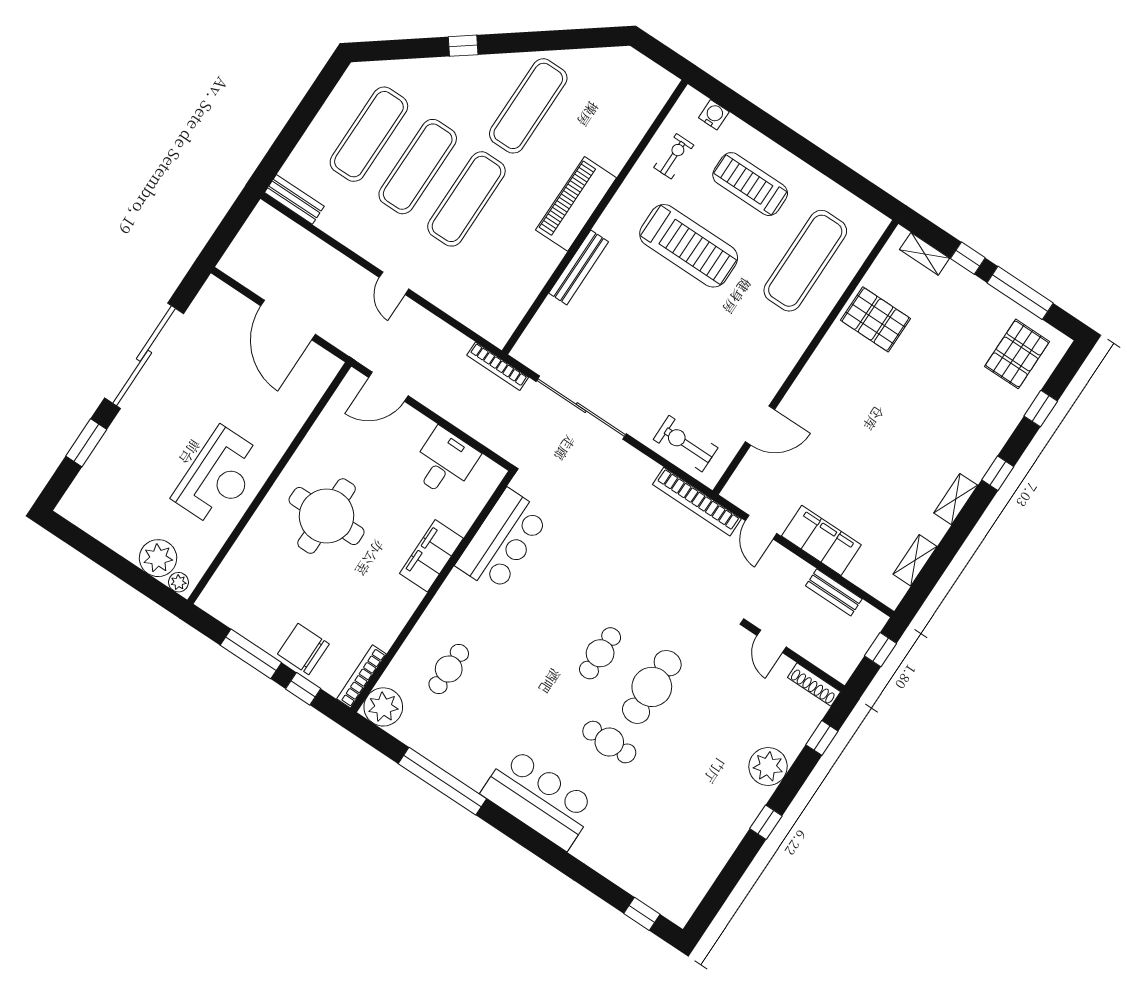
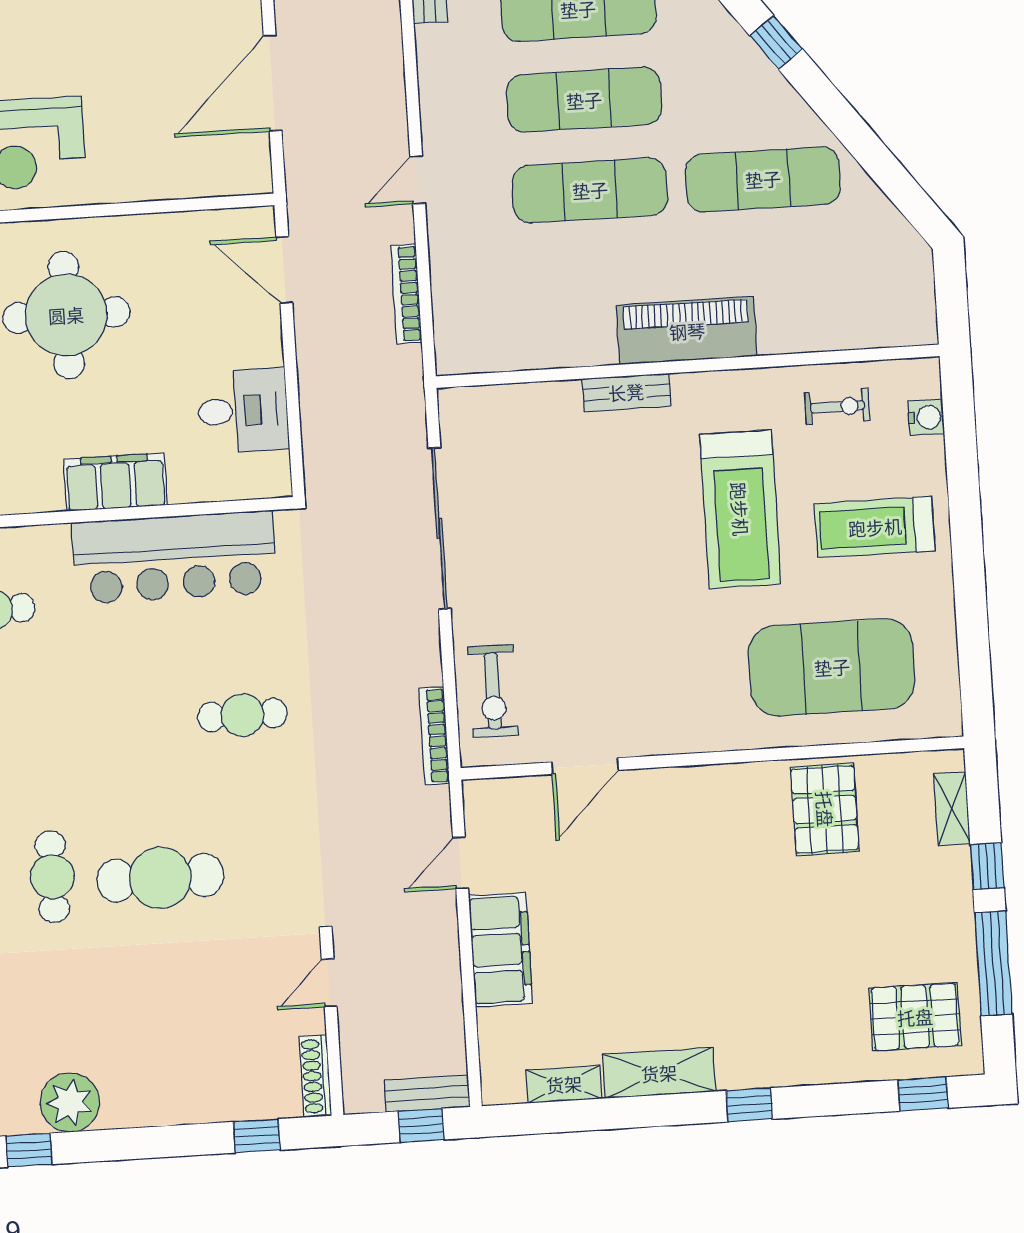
treadmill: (750, 184) -> (875, 527), turned -90
exercise mat: (805, 261) -> (832, 667), width x1.47
bench: (579, 267) -> (626, 392), width x0.73
bookcase: (498, 366) -> (406, 294), moved
window: (1041, 409) -> (923, 1094), moved
door: (760, 426) -> (585, 766), hinge flipped
exercise bike: (686, 444) -> (493, 691), turned 180
shelving: (956, 499) -> (659, 1073), width x1.50, depth x1.33
bookcase: (697, 502) -> (434, 736), width x0.68, depth x0.76
bar counter: (502, 541) -> (174, 557), width x1.36
bench: (834, 592) -> (427, 1094), moved, turned 90
cafe table: (600, 653) -> (242, 715), moved
plant: (768, 766) -> (70, 1102), moved
window: (766, 822) -> (29, 1150), moved

